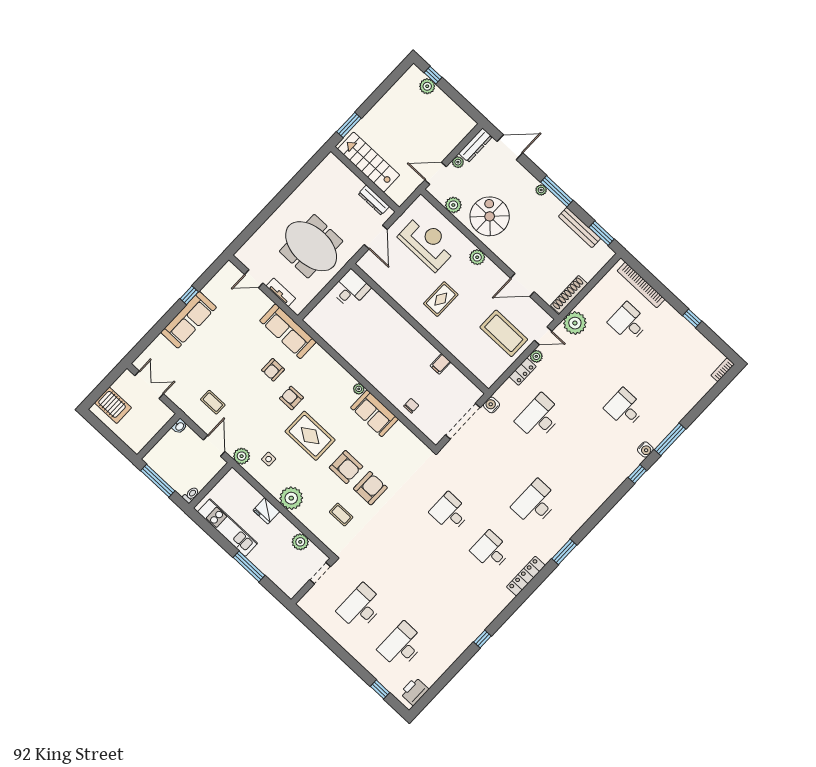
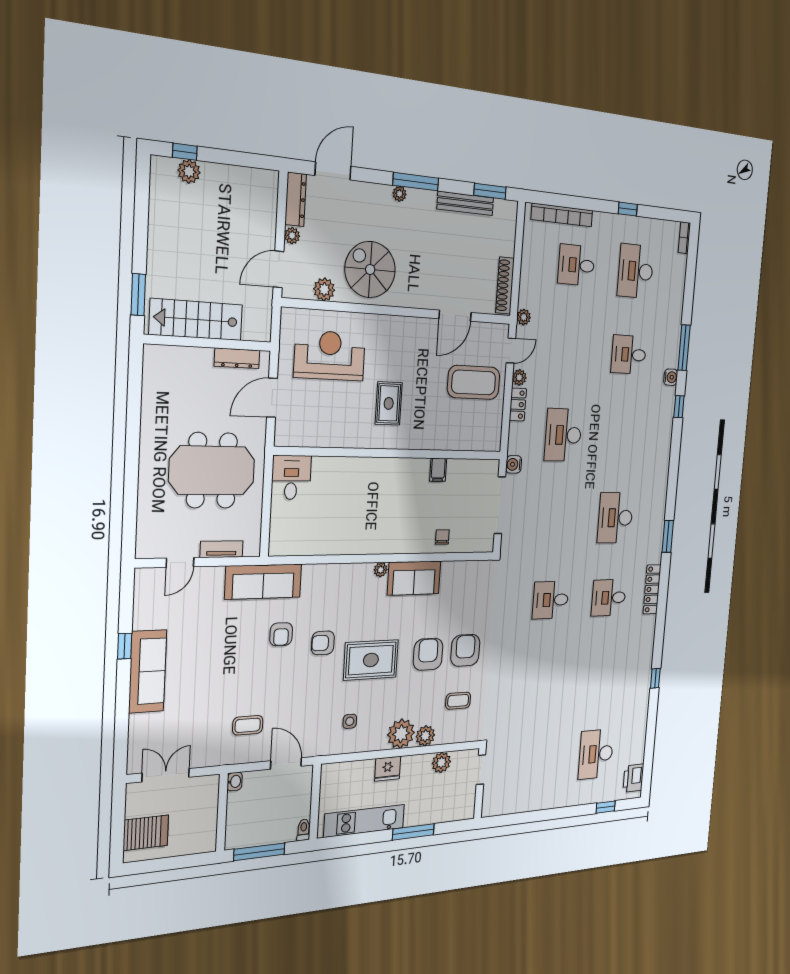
door: (376, 237) -> (272, 398), swing flipped
plant: (477, 257) -> (391, 326), removed
plant: (575, 323) -> (524, 317), width x0.53, depth x0.53
plant: (242, 456) -> (425, 736), moved
armchair: (346, 467) -> (428, 654), turned -90
desk: (361, 607) -> (636, 271), moved

